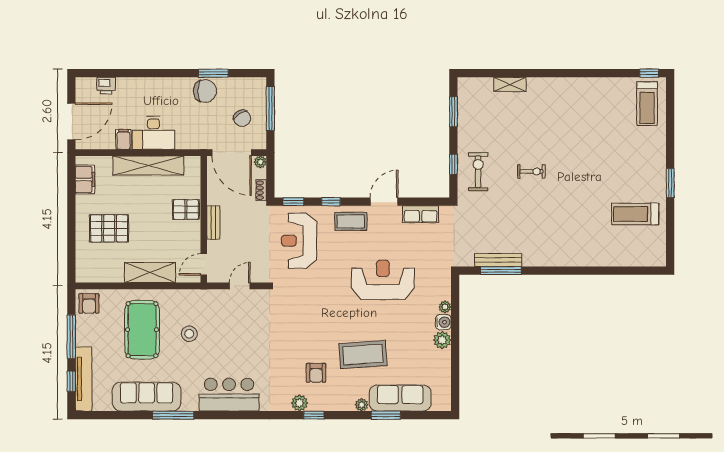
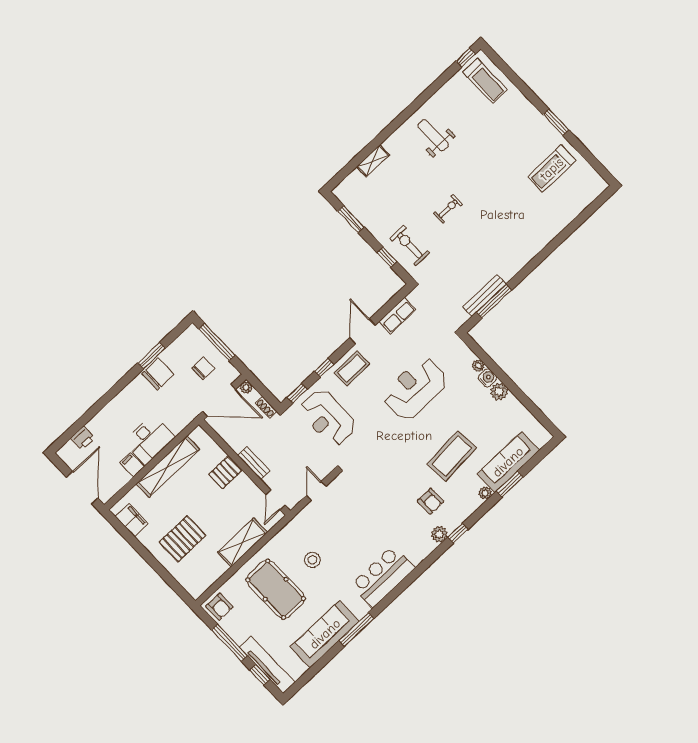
weight bench: (572, 107) -> (433, 135), added
chair: (242, 118) -> (203, 368), turned -57

